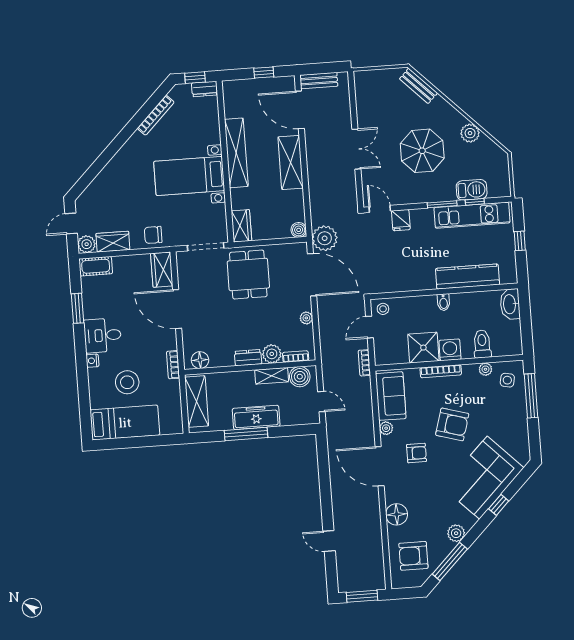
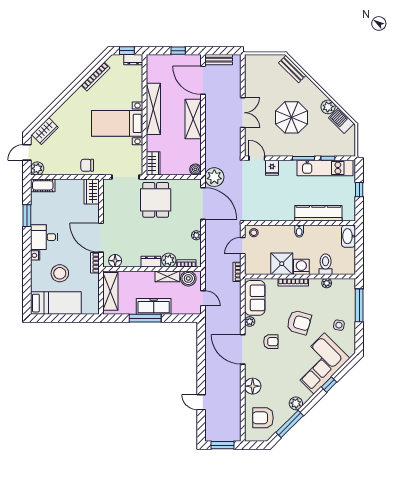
barbecue: (472, 190) -> (341, 121), moved, turned -135
wardrobe: (113, 242) -> (45, 131), moved, turned 135
door: (177, 309) -> (101, 238), moved
side table: (507, 380) -> (339, 325), moved

